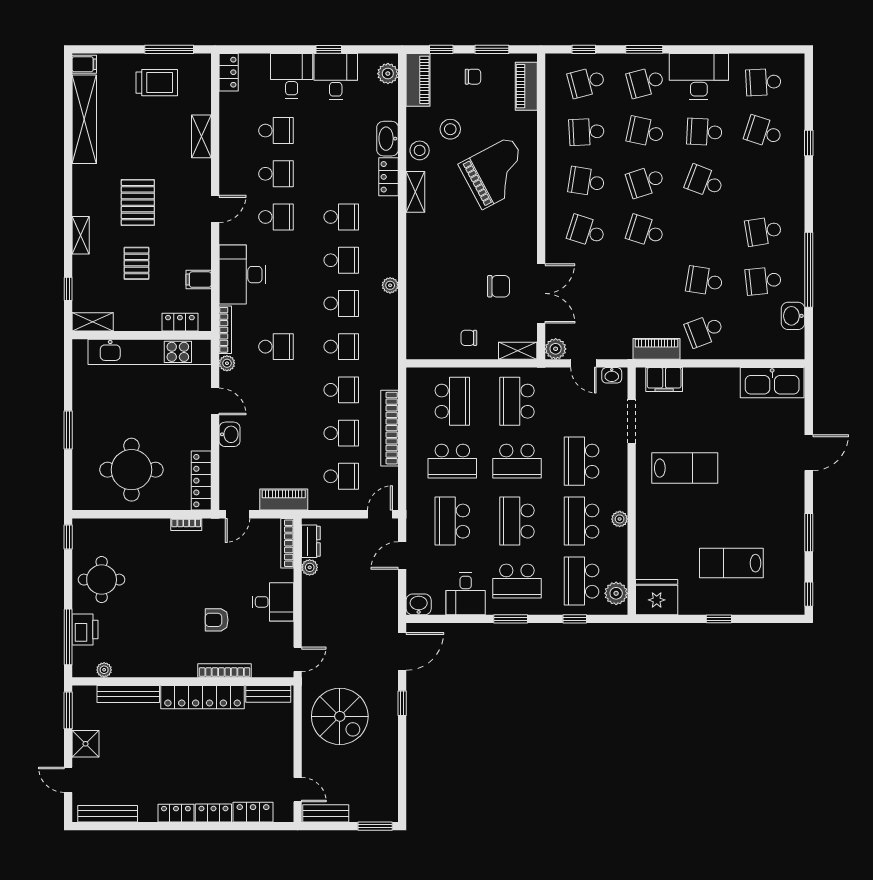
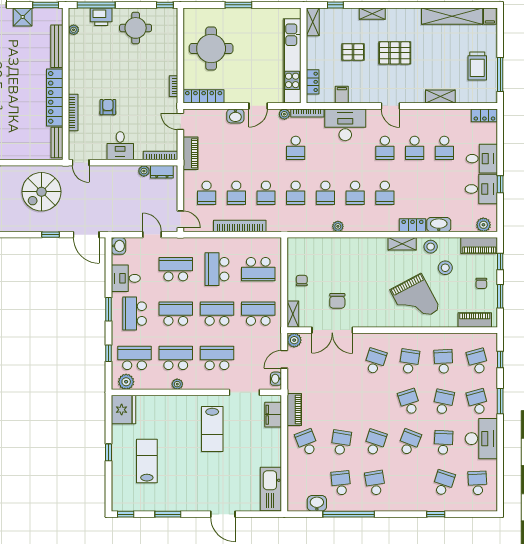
school desk: (645, 231) -> (375, 442), moved
school desk: (517, 461) -> (217, 314), turned 90

